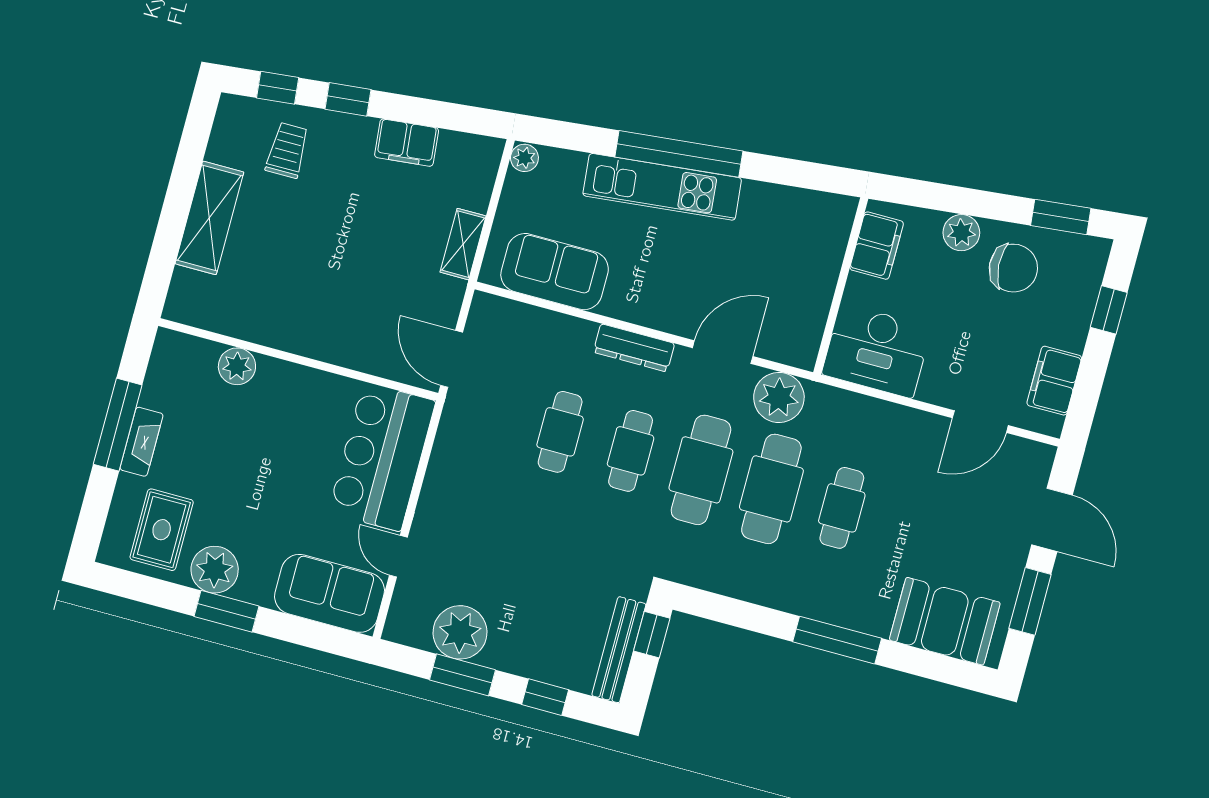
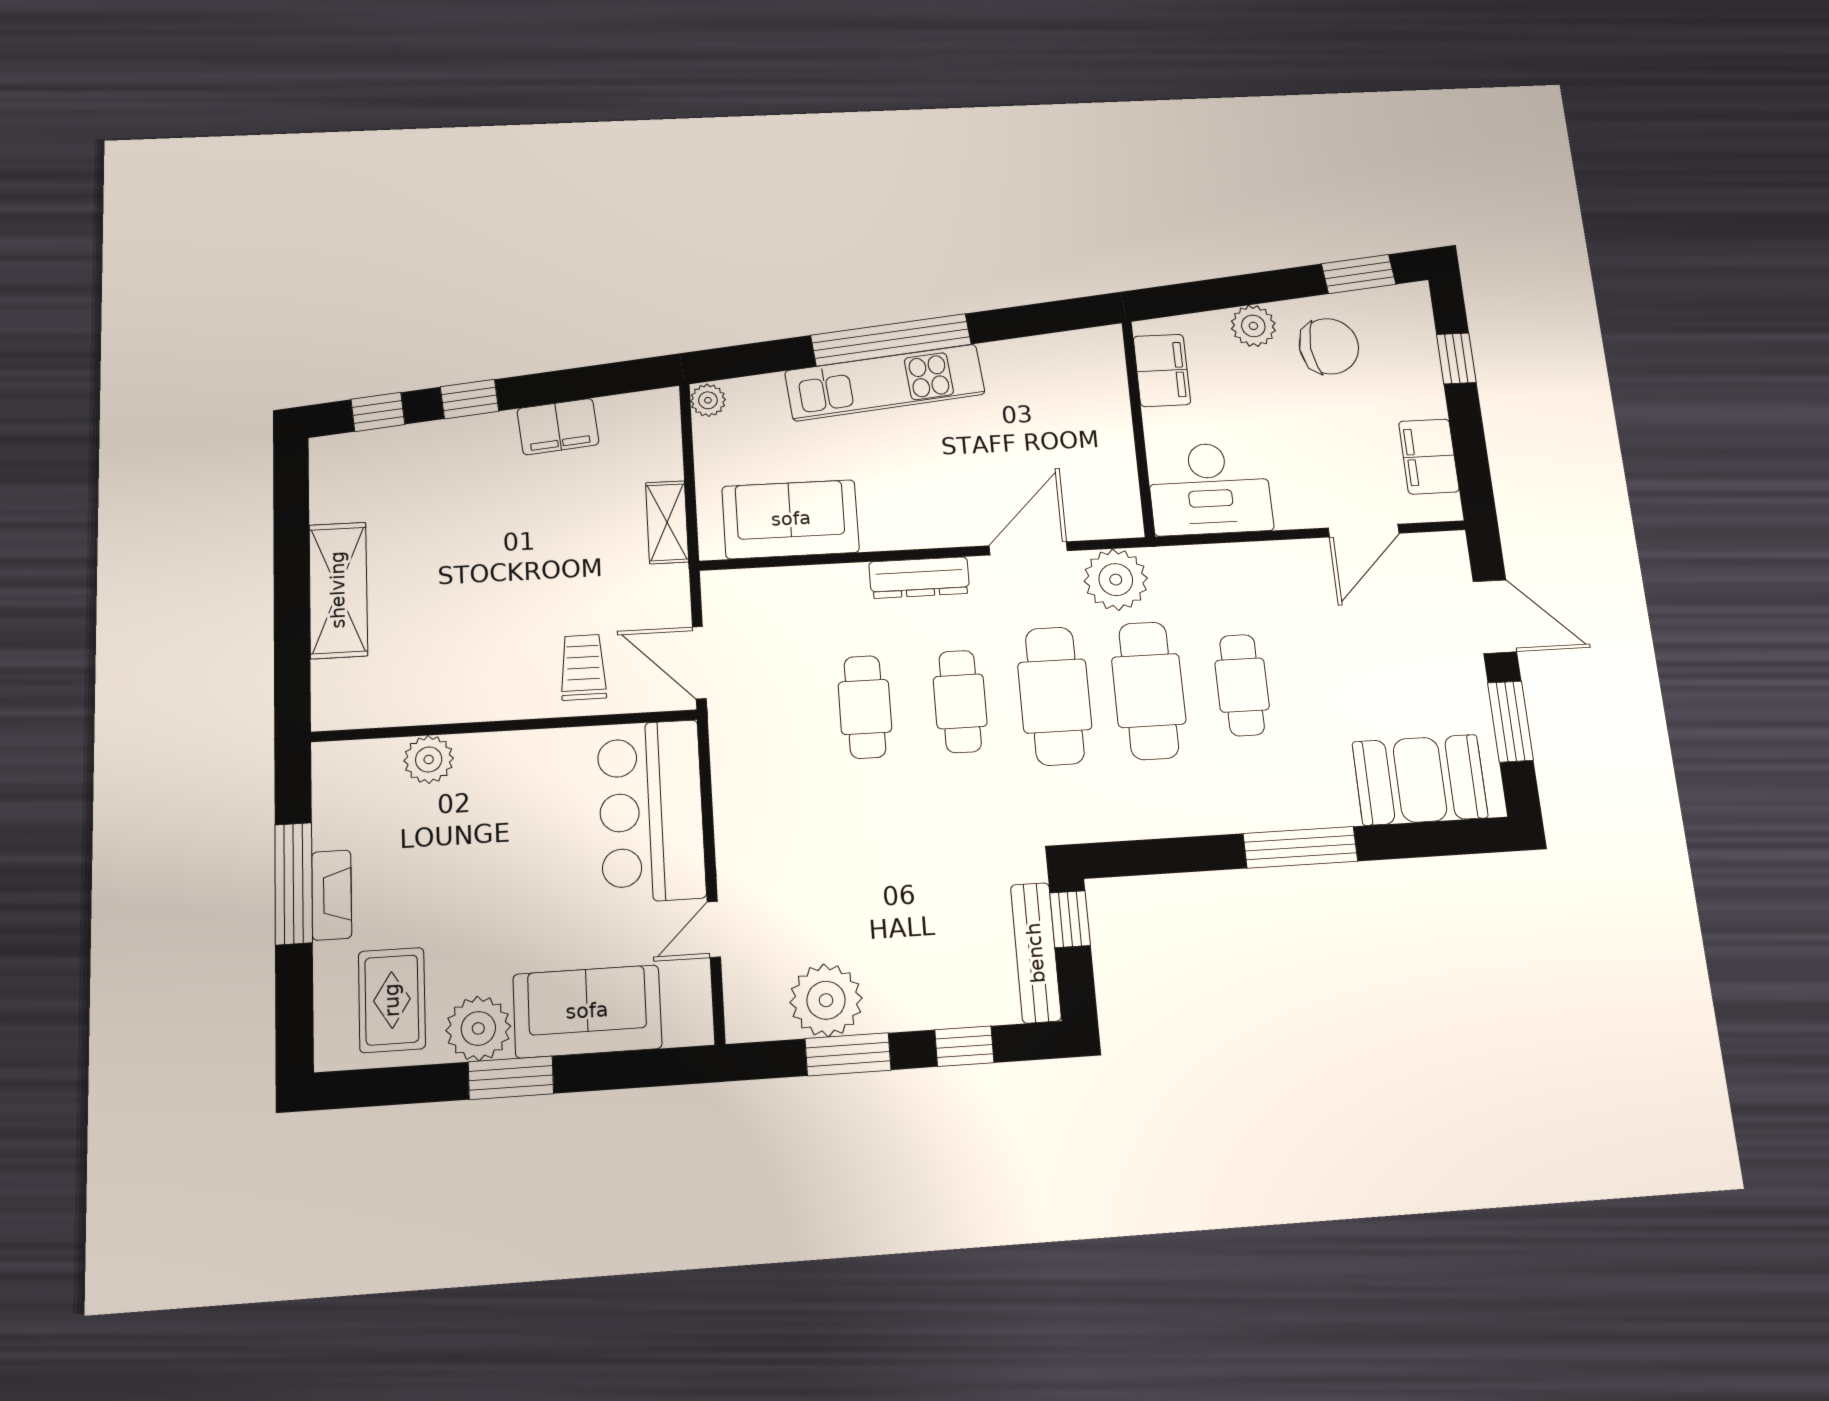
trolley: (287, 150) -> (583, 667), moved
door: (398, 556) -> (714, 929), hinge flipped
sofa: (330, 593) -> (587, 1011), moved

